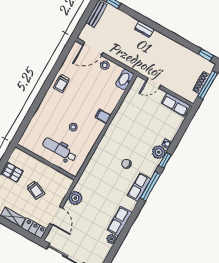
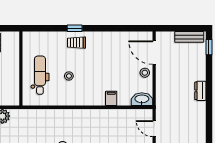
trolley: (61, 83) -> (77, 43), moved
window: (38, 101) -> (75, 28), added
filing cabinet: (103, 116) -> (111, 98), moved

